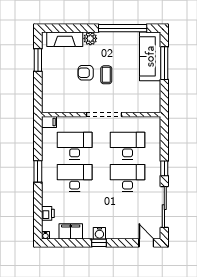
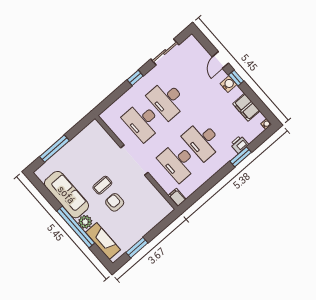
window: (123, 28) -> (76, 227), moved
sofa: (150, 56) -> (66, 195), moved, turned -90
armchair: (86, 73) -> (115, 202), turned 180
window: (38, 171) -> (241, 157), moved
sliding door: (164, 207) -> (165, 52), width x0.73
printer: (48, 213) -> (239, 144), moved
door: (146, 243) -> (220, 60), moved

